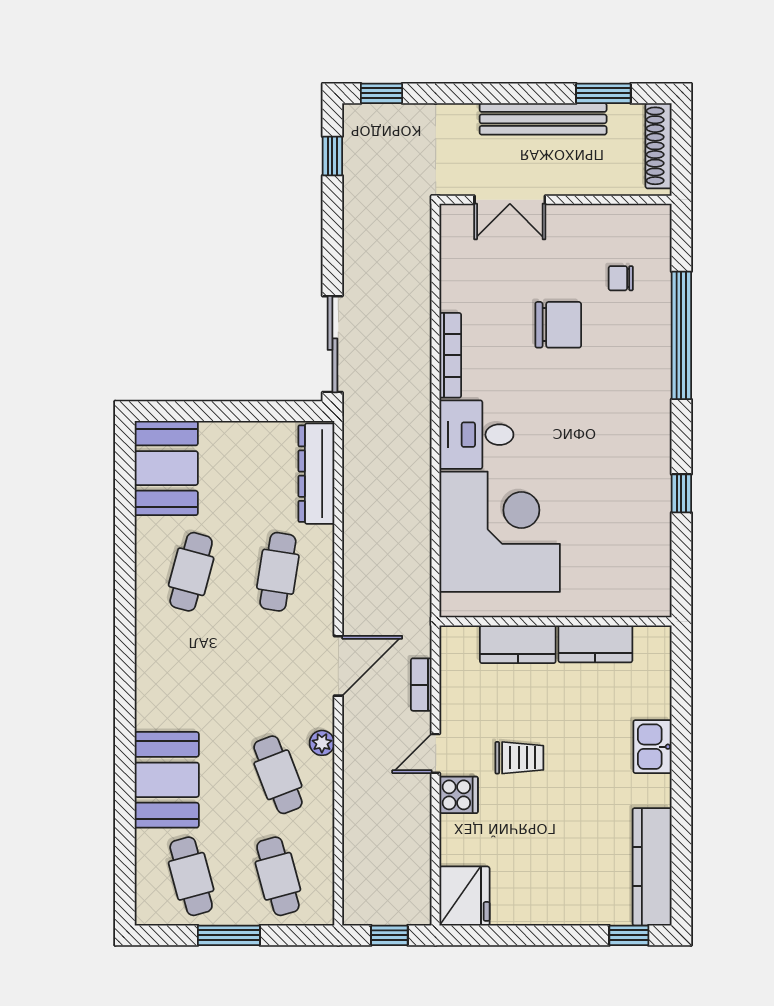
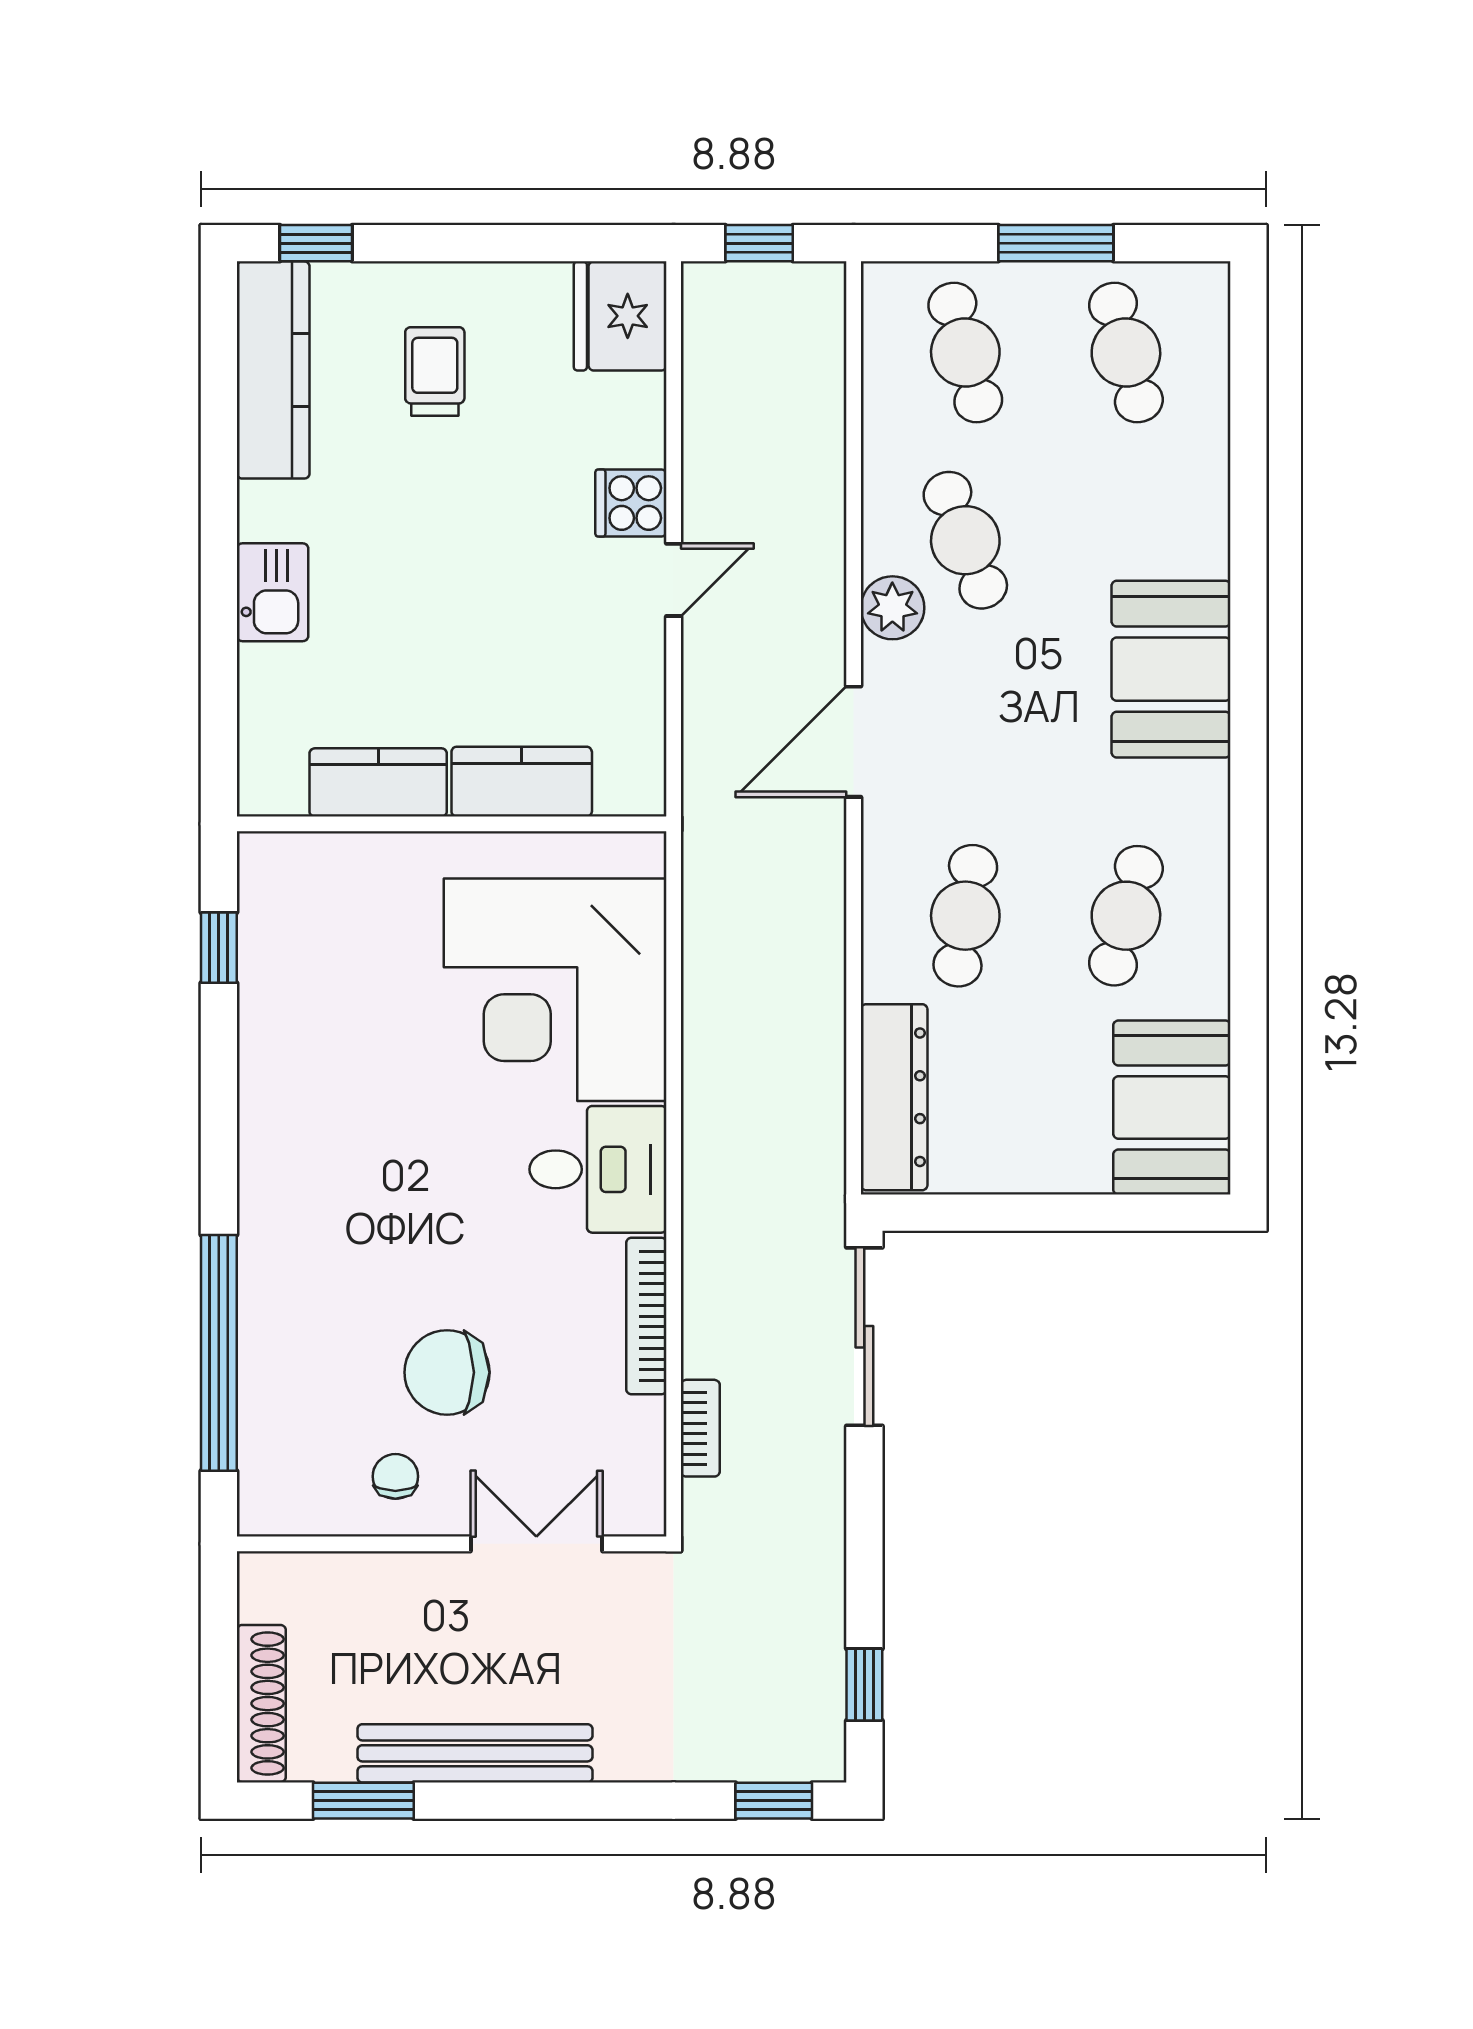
double door: (510, 200) -> (536, 1544), moved
wall: (556, 200) -> (452, 1544), moved
chair: (621, 278) -> (395, 1476), moved, turned -90
window: (681, 493) -> (219, 948), moved
bookcase: (421, 685) -> (700, 1428), moved
plant: (322, 743) -> (892, 608), width x1.38, depth x1.38
trolley: (519, 758) -> (435, 372), moved, turned 90
booth: (167, 780) -> (1171, 669), moved

